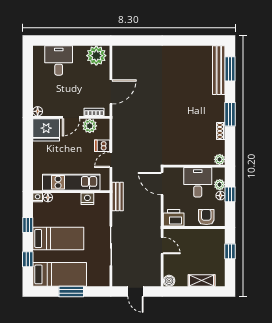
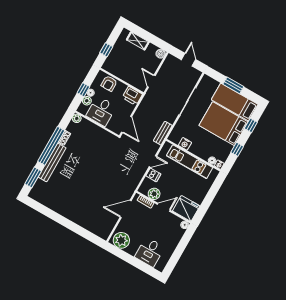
bench: (219, 70) -> (52, 163), moved
window: (230, 114) -> (51, 146), width x2.11
bed: (58, 238) -> (223, 124), width x1.50

